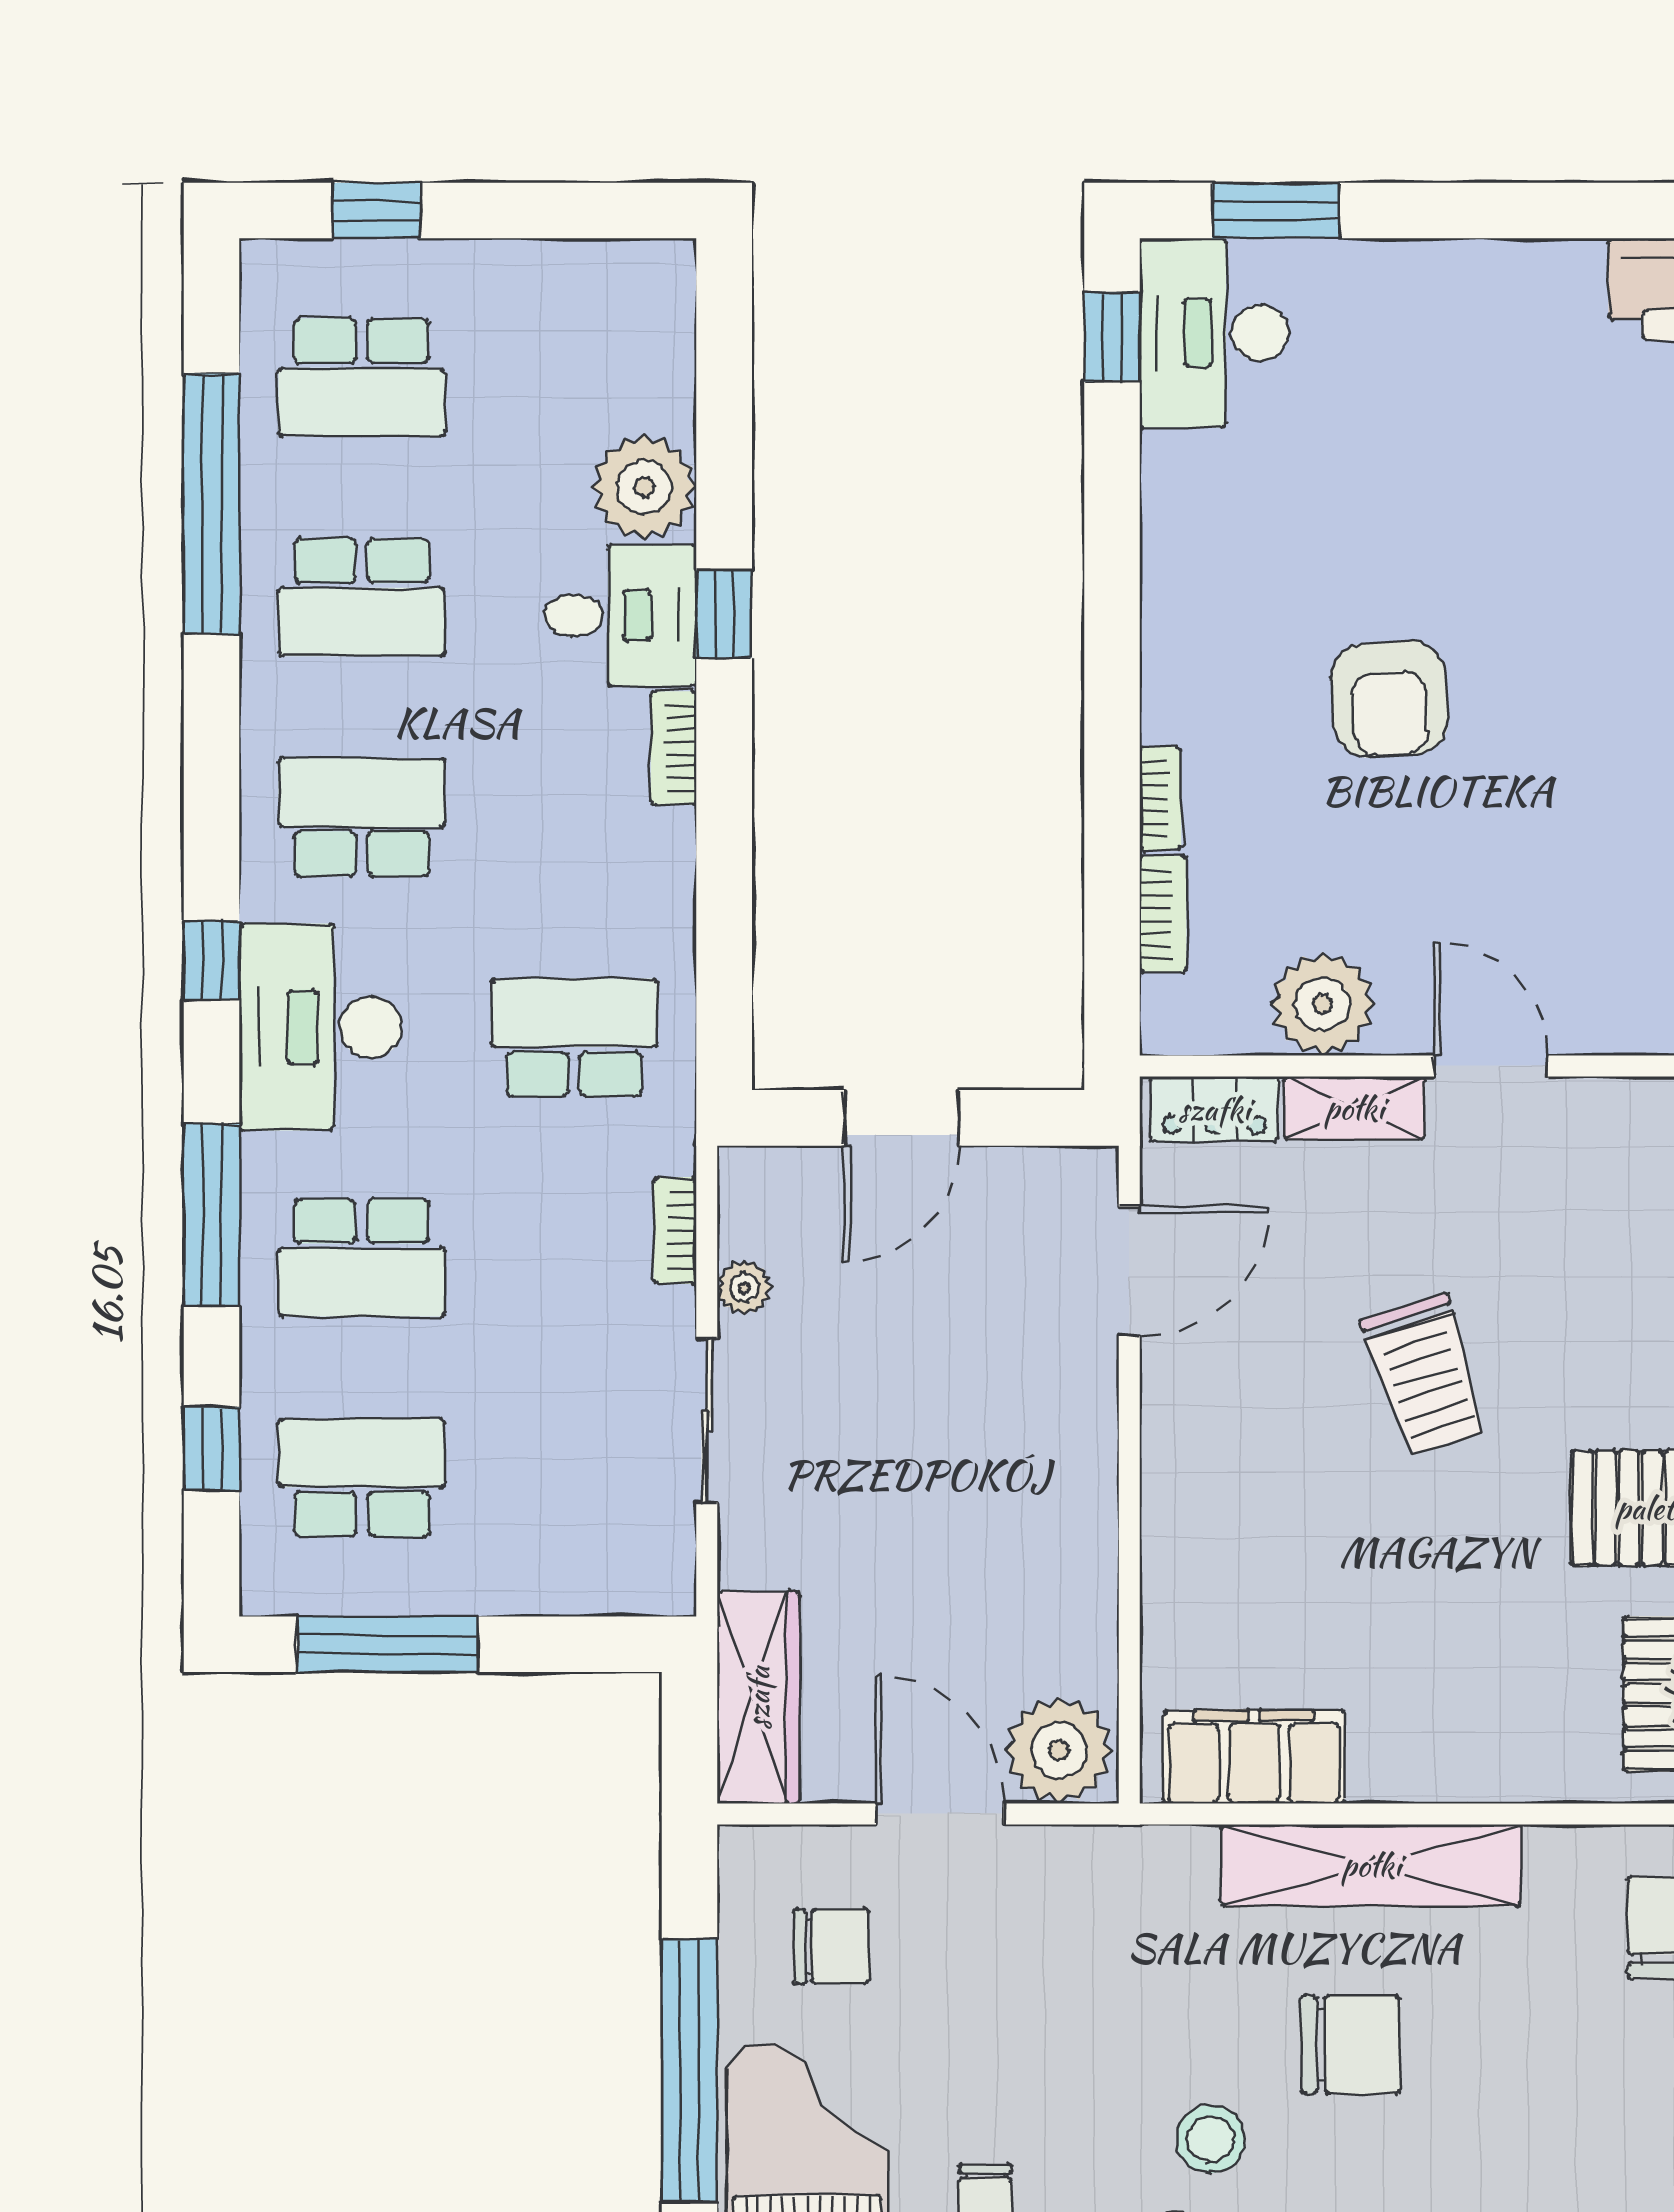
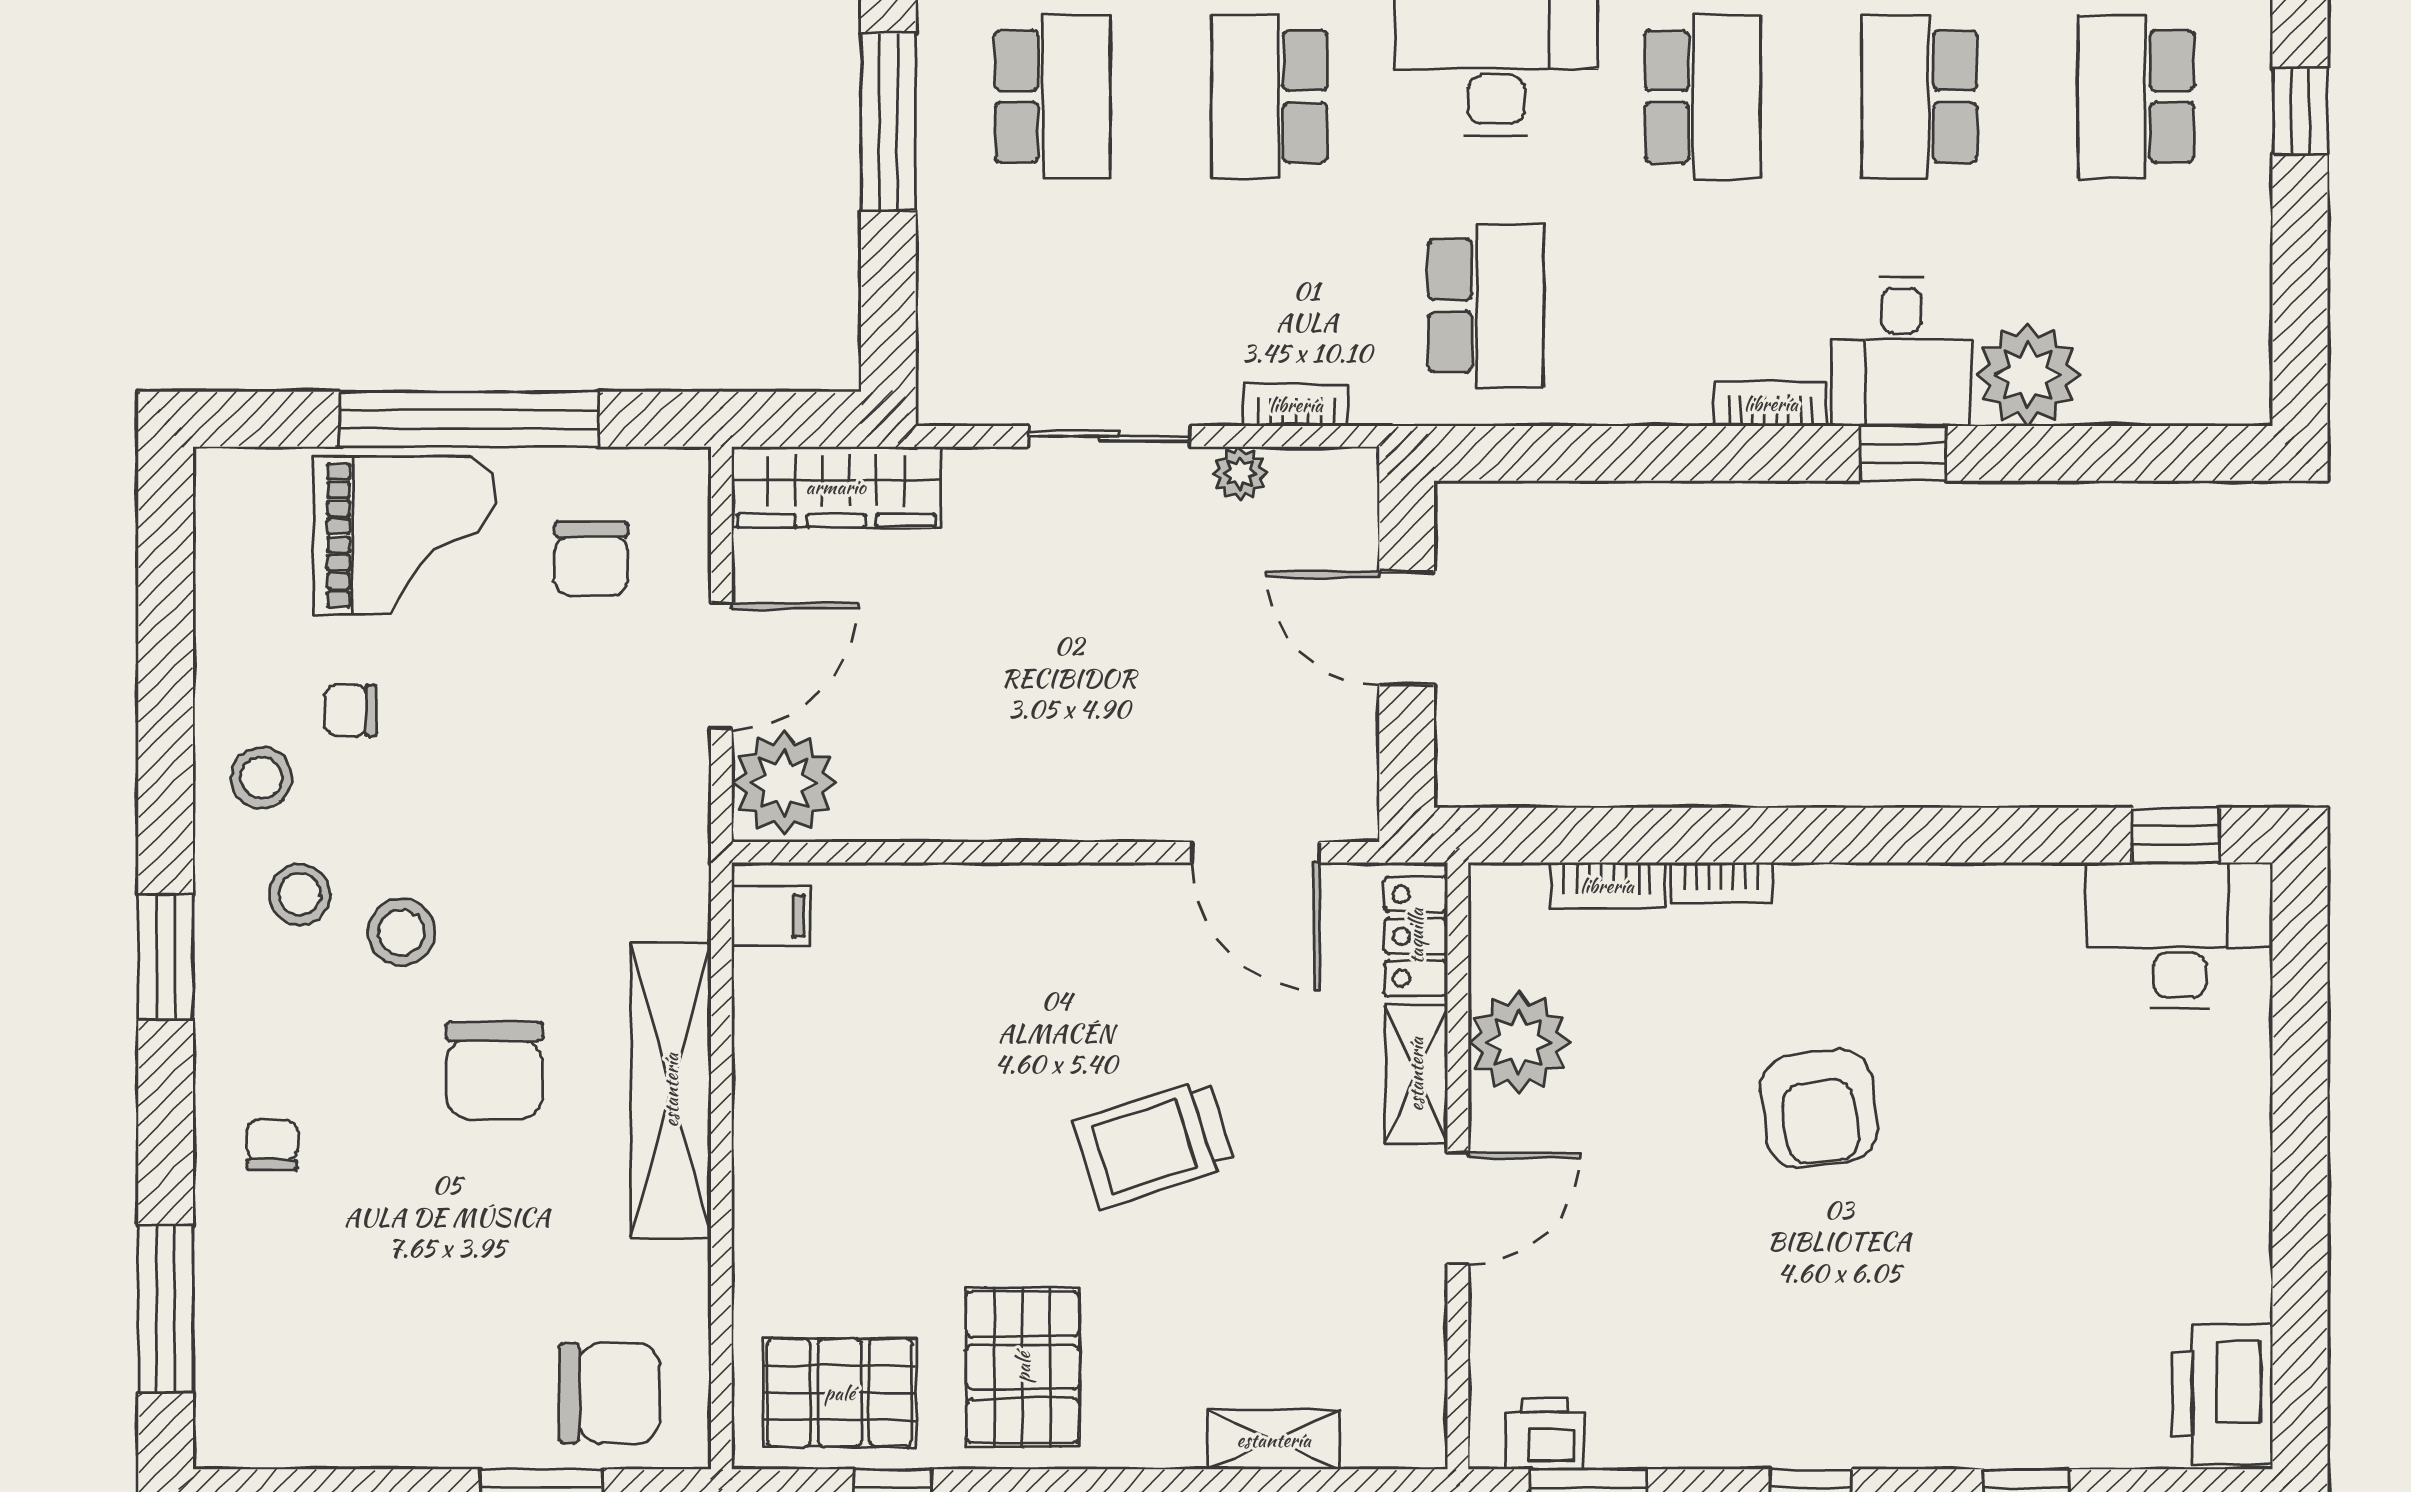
window: (1275, 211) -> (2300, 996), removed
armchair: (1389, 699) -> (1819, 1108), turned -93
filing cabinet: (1254, 1757) -> (771, 916), width x0.33, depth x0.86

